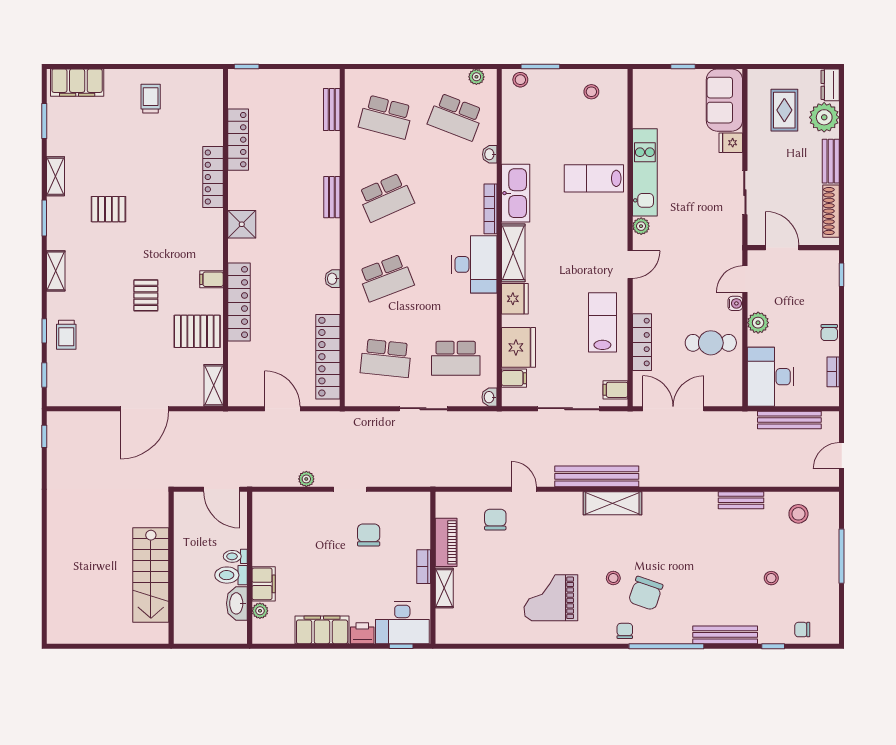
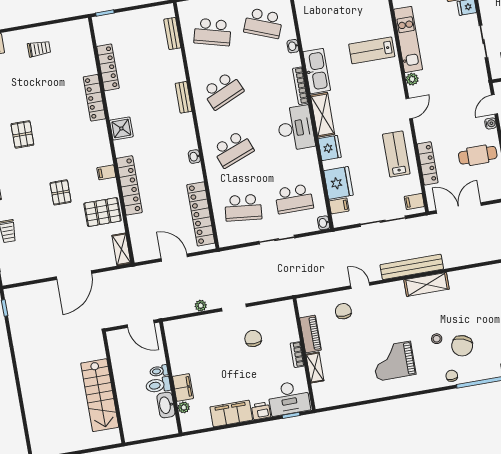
trolley: (151, 99) -> (39, 49), turned 90
pallet: (108, 209) -> (22, 134), turned 90

